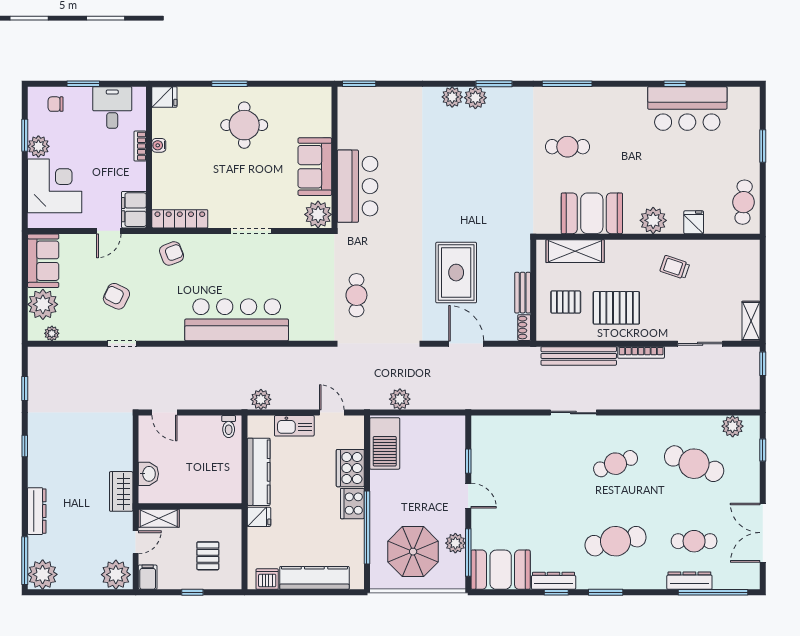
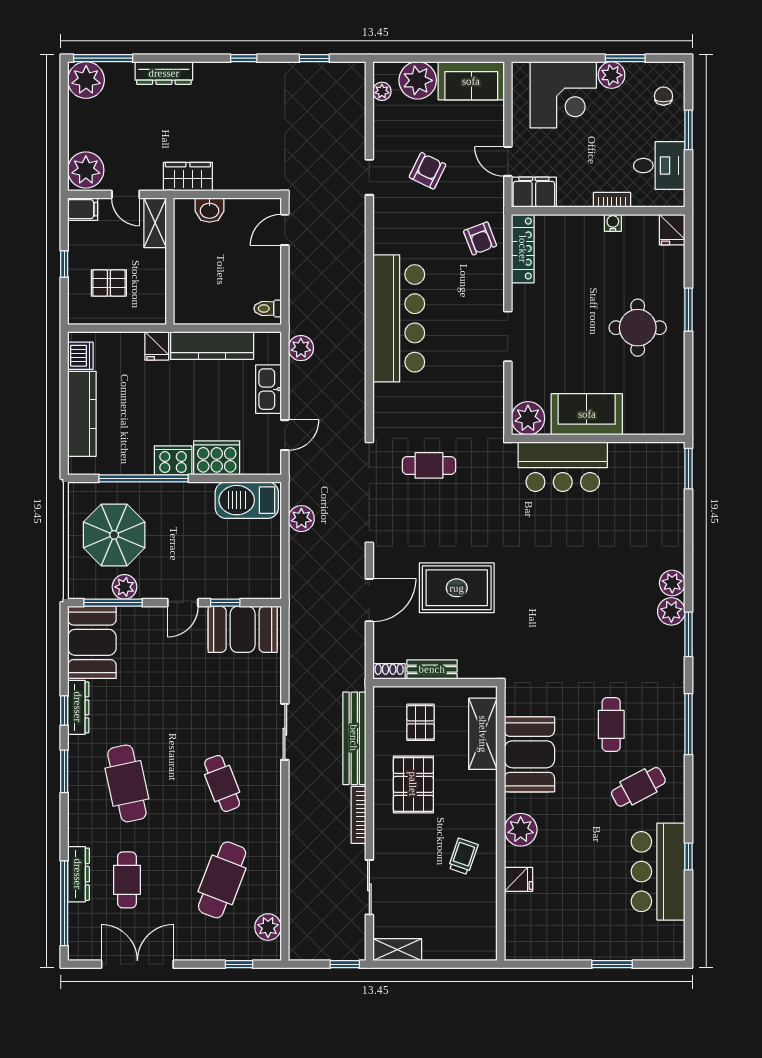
cafe table: (744, 202) -> (638, 787), moved, turned -32
booth: (490, 447) -> (243, 629), added

